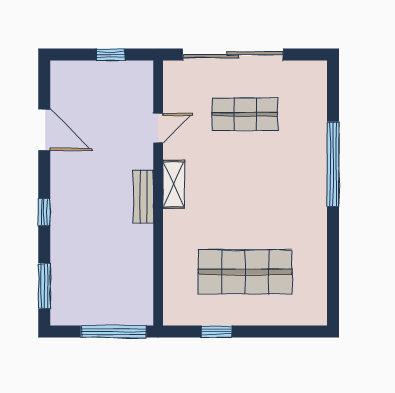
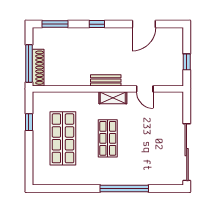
sliding door: (233, 55) -> (187, 152), moved
shop shelf: (245, 114) -> (108, 138), moved
shoe rack: (121, 316) -> (38, 68), added

